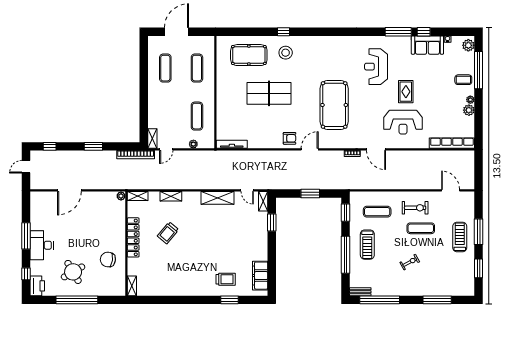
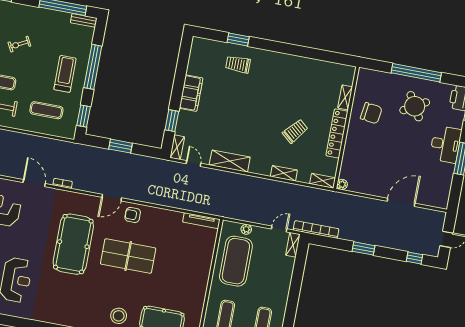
table tennis table: (269, 93) -> (128, 256), moved
exercise mat: (197, 116) -> (236, 261), width x2.00, depth x1.45
filing cabinet: (260, 276) -> (191, 93), moved
shelving: (132, 286) -> (345, 97), moved

